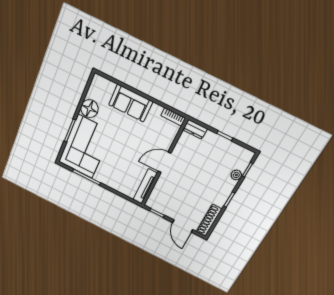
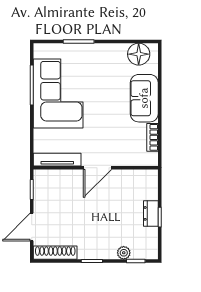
floor lamp: (89, 109) -> (139, 54), moved
bookcase: (173, 117) -> (152, 137), moved
dresser: (195, 129) -> (151, 213), moved
corner sofa: (85, 147) -> (58, 93), moved, turned -90
door: (164, 162) -> (97, 168), swing flipped

